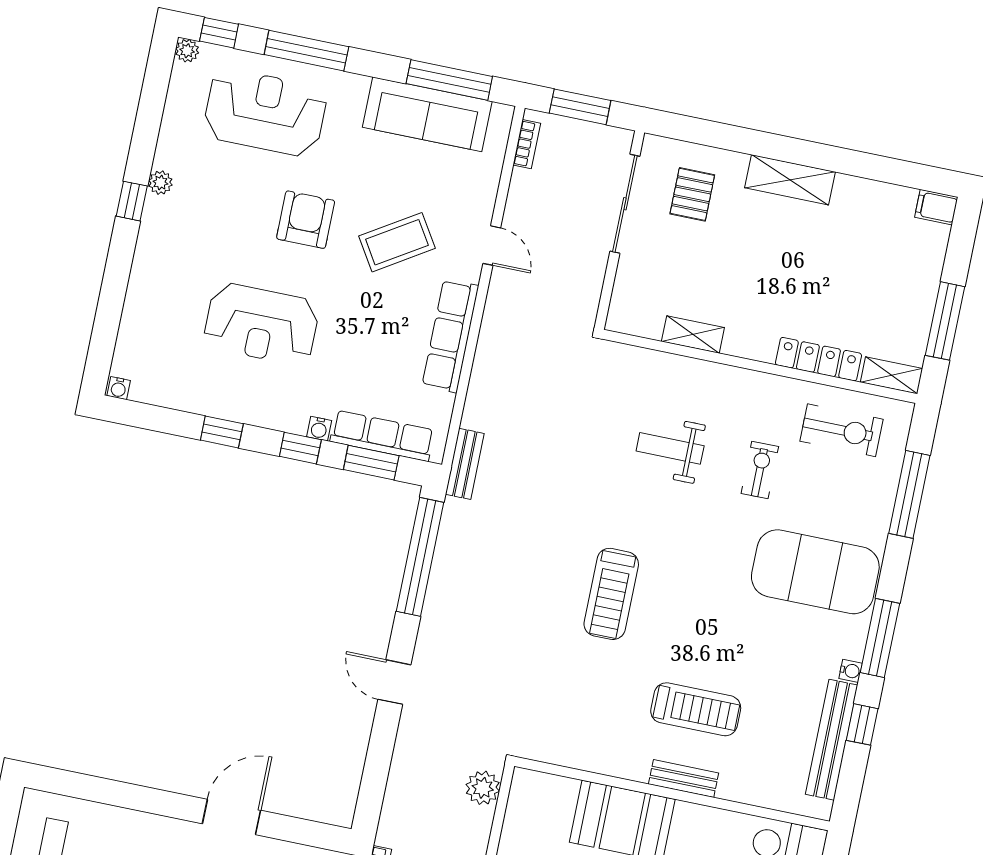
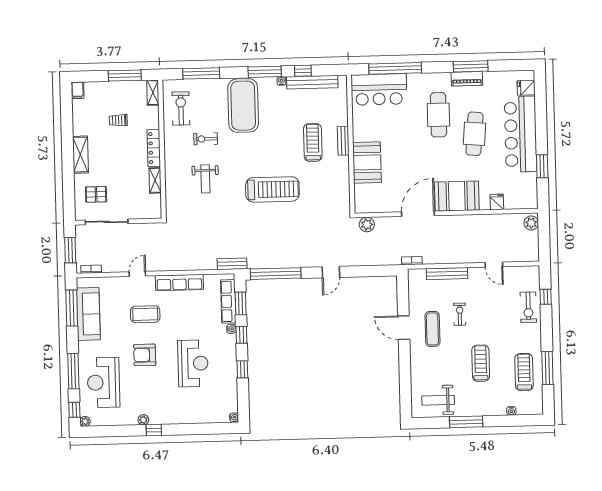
coffee table: (397, 242) -> (145, 314), turned -58
trolley: (847, 283) -> (118, 120), added
locker: (818, 359) -> (154, 148), moved
treadmill: (611, 594) -> (272, 189), width x1.37, depth x1.38

